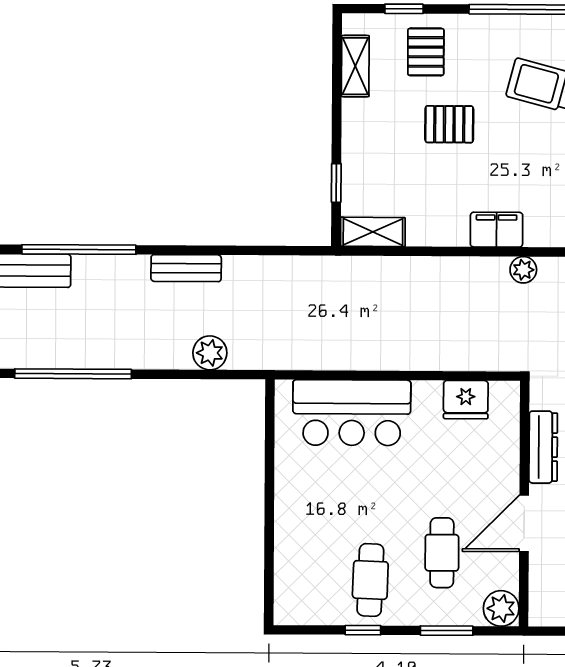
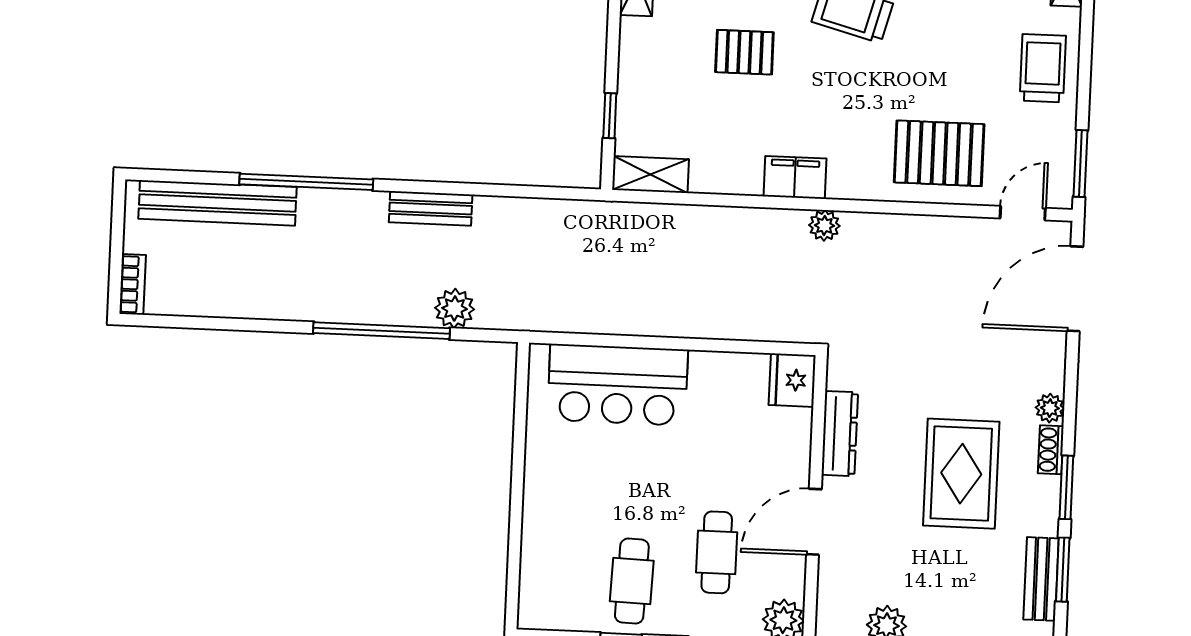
window: (73, 374) -> (382, 331), moved
fridge: (466, 400) -> (792, 380), moved, turned 90

